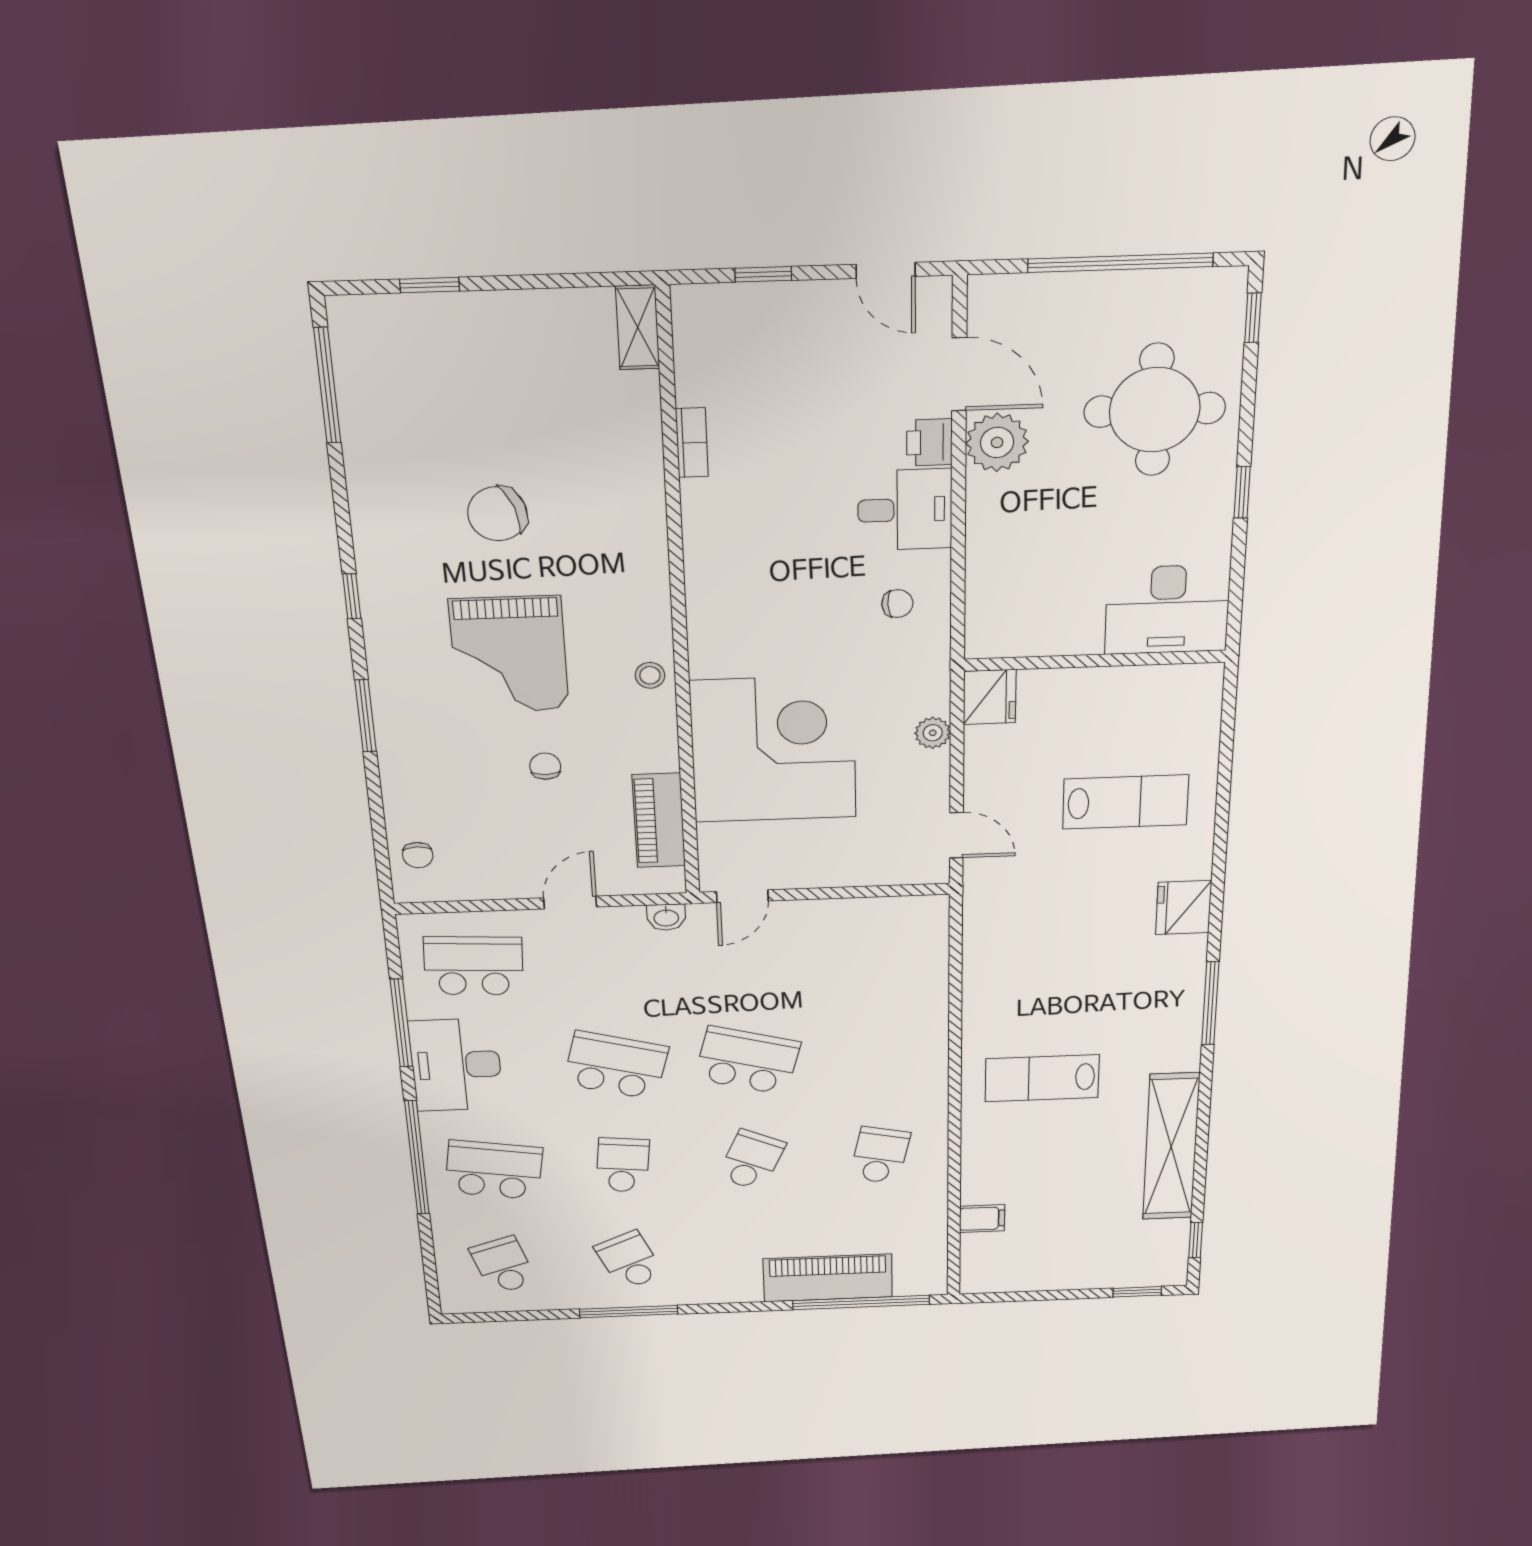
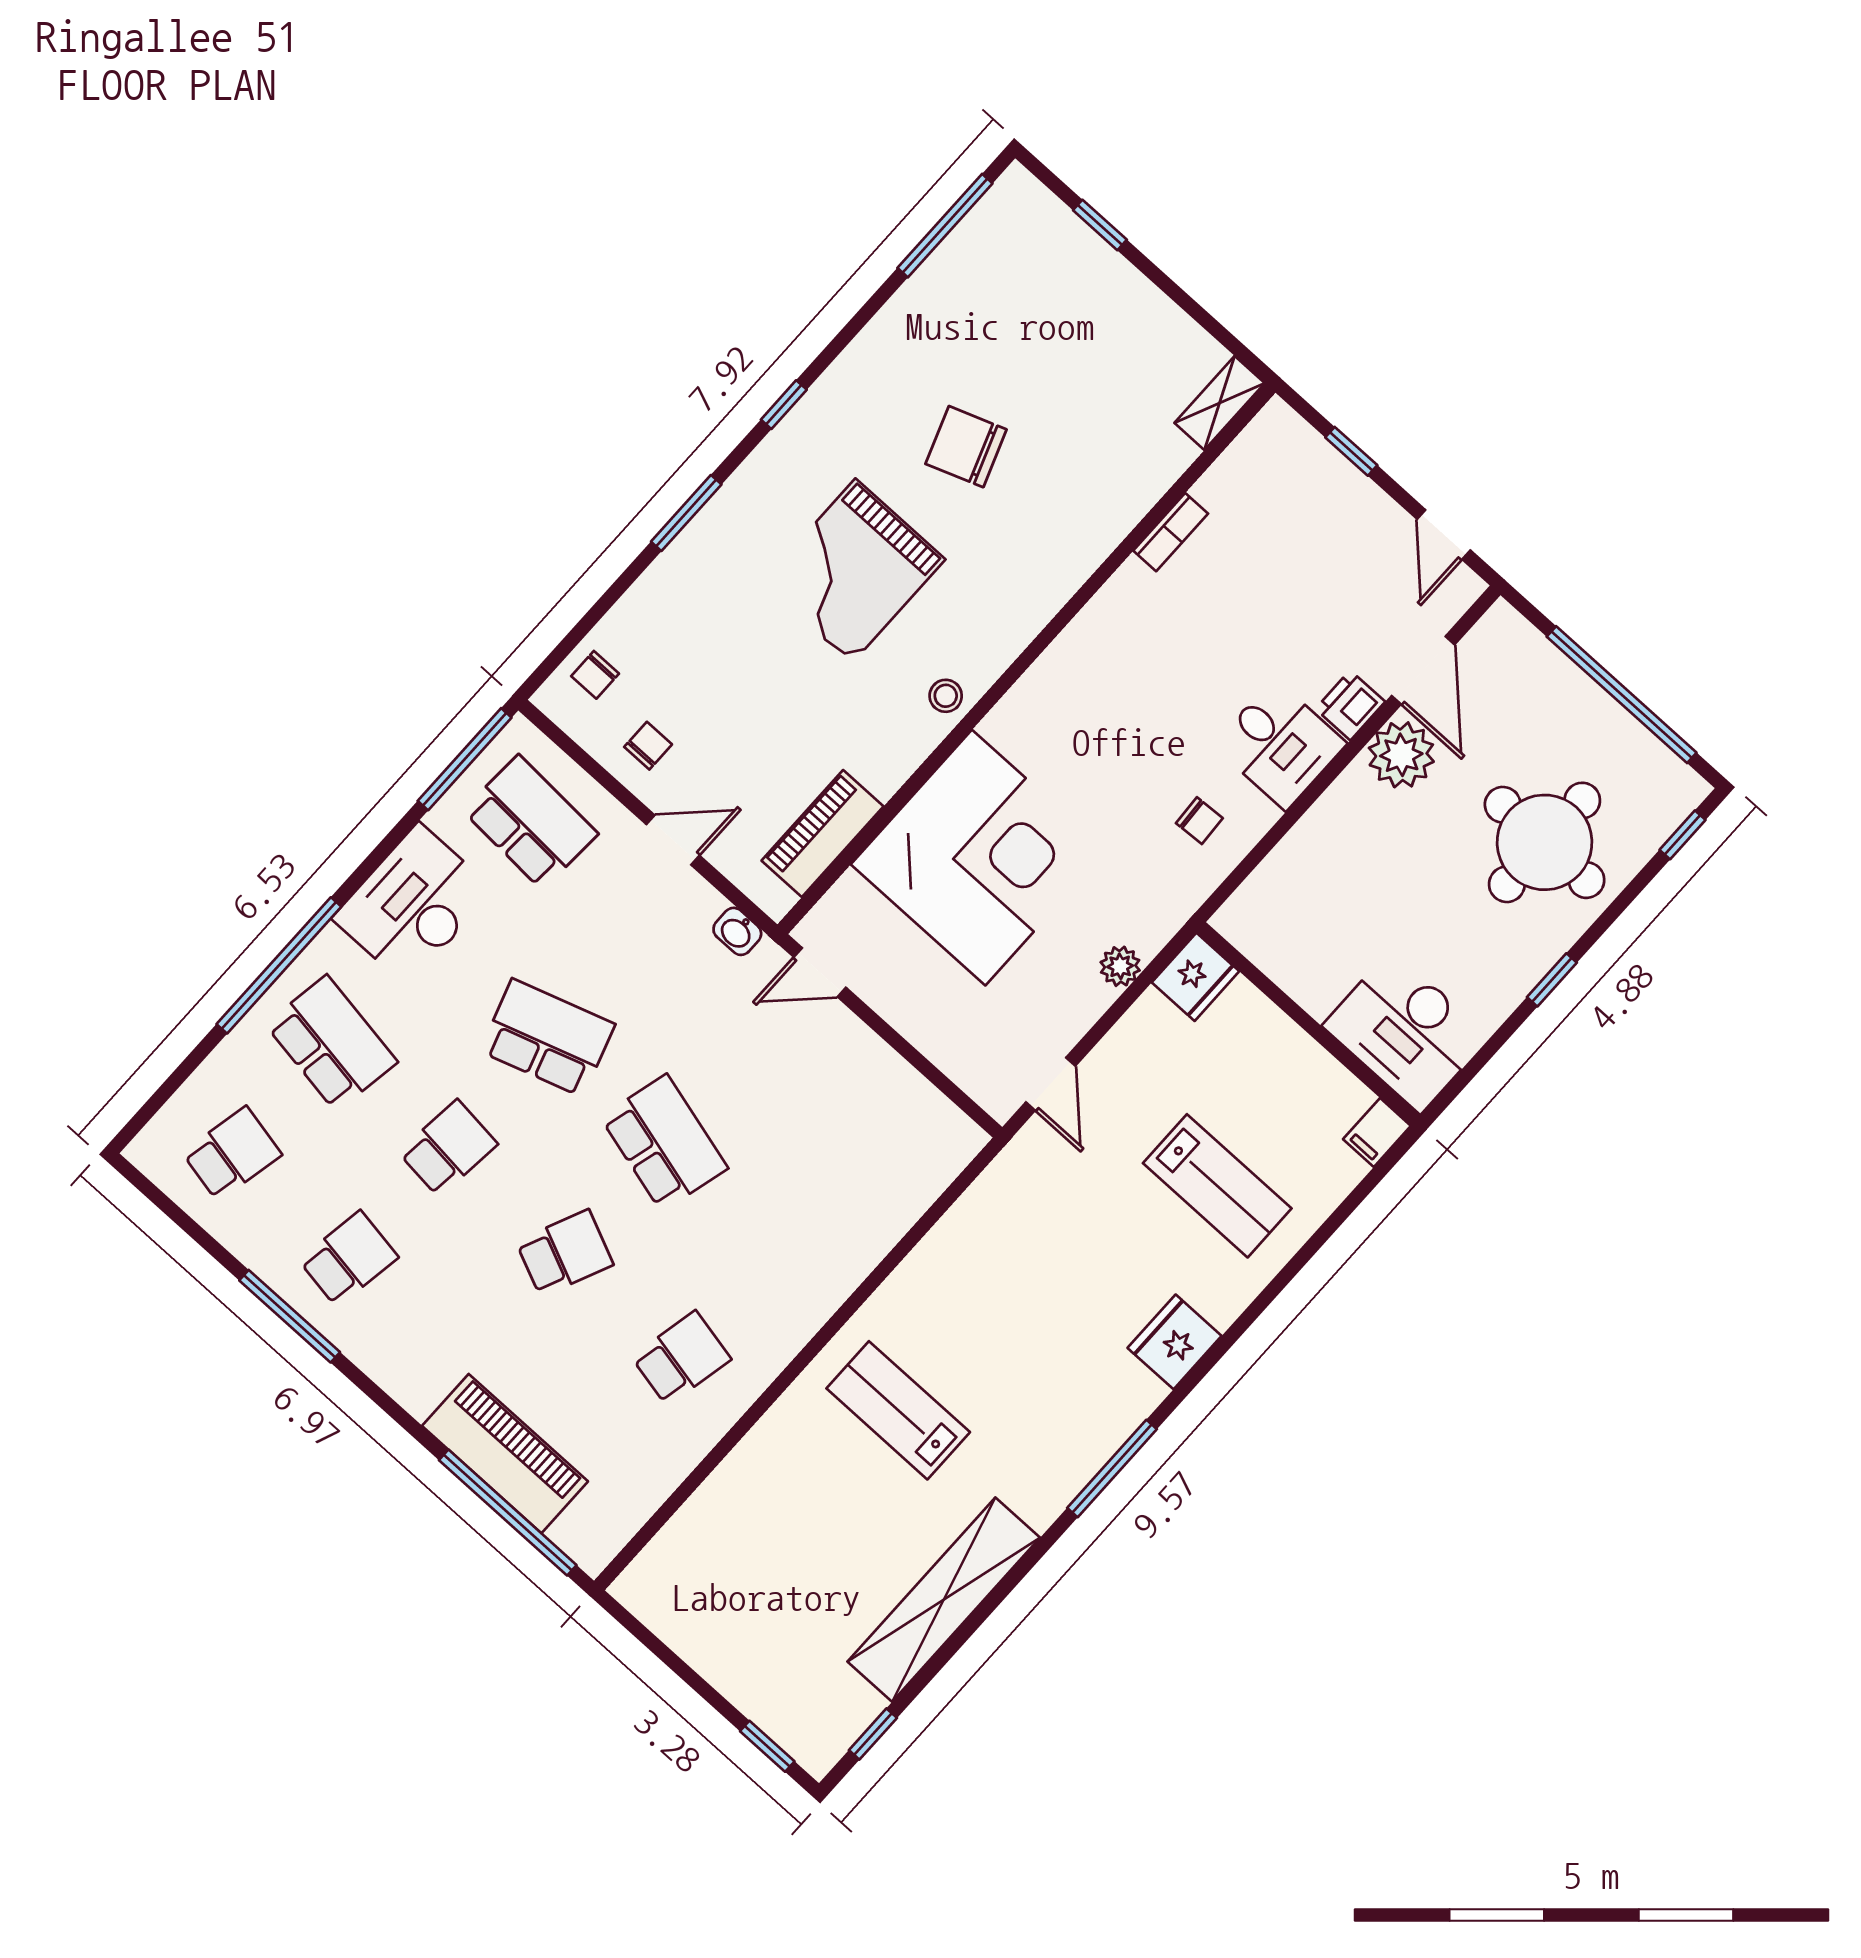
chair: (545, 766) -> (648, 746), moved
window: (401, 1023) -> (465, 759), moved
school desk: (616, 1065) -> (547, 1038), turned -33
filing cabinet: (982, 1219) -> (1377, 1132), moved, turned 90
school desk: (629, 1260) -> (349, 1259), turned 33
school desk: (503, 1265) -> (232, 1154), turned 30

